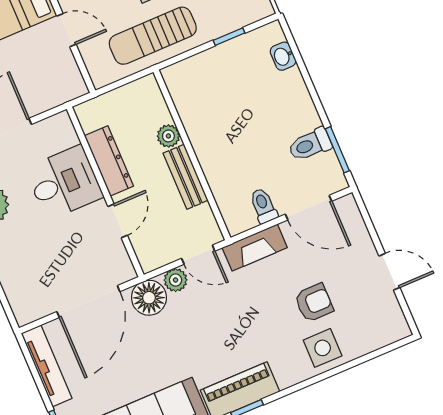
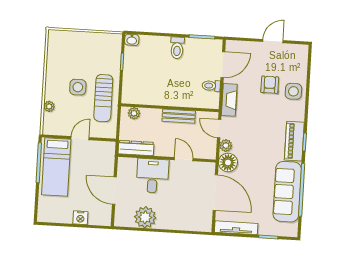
washbasin: (283, 56) -> (132, 40), moved
plant: (168, 136) -> (134, 113), moved
toilet: (310, 145) -> (177, 48), moved
dresser: (109, 161) -> (136, 148), moved
door: (198, 255) -> (219, 129), swing flipped

